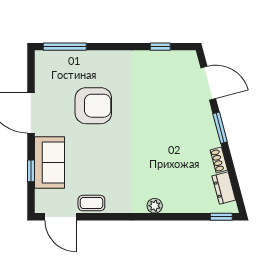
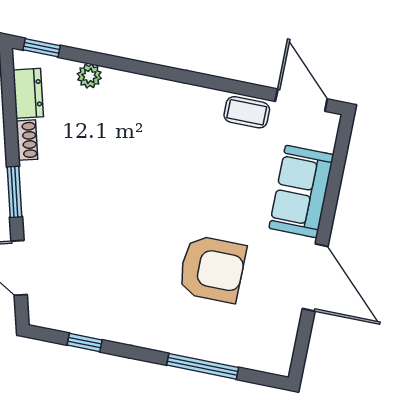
window: (65, 47) -> (203, 366), moved
armchair: (93, 106) -> (212, 269), turned 180
window: (31, 171) -> (334, 184), removed
plant: (155, 206) -> (89, 76), moved

